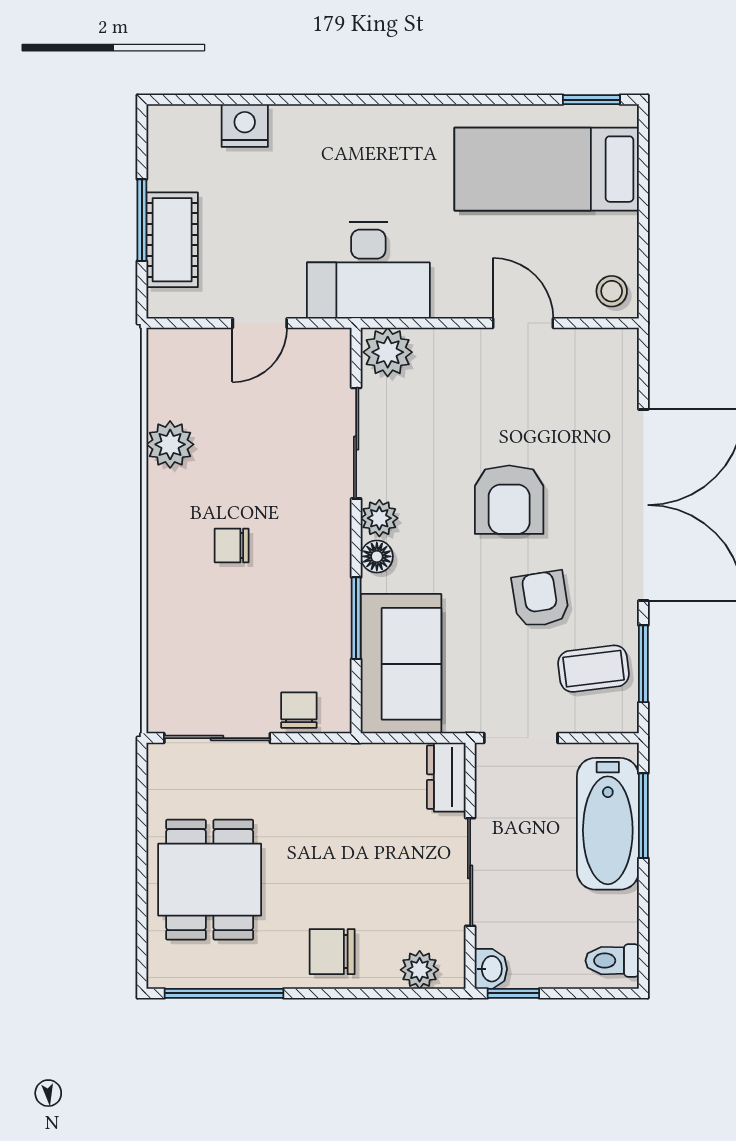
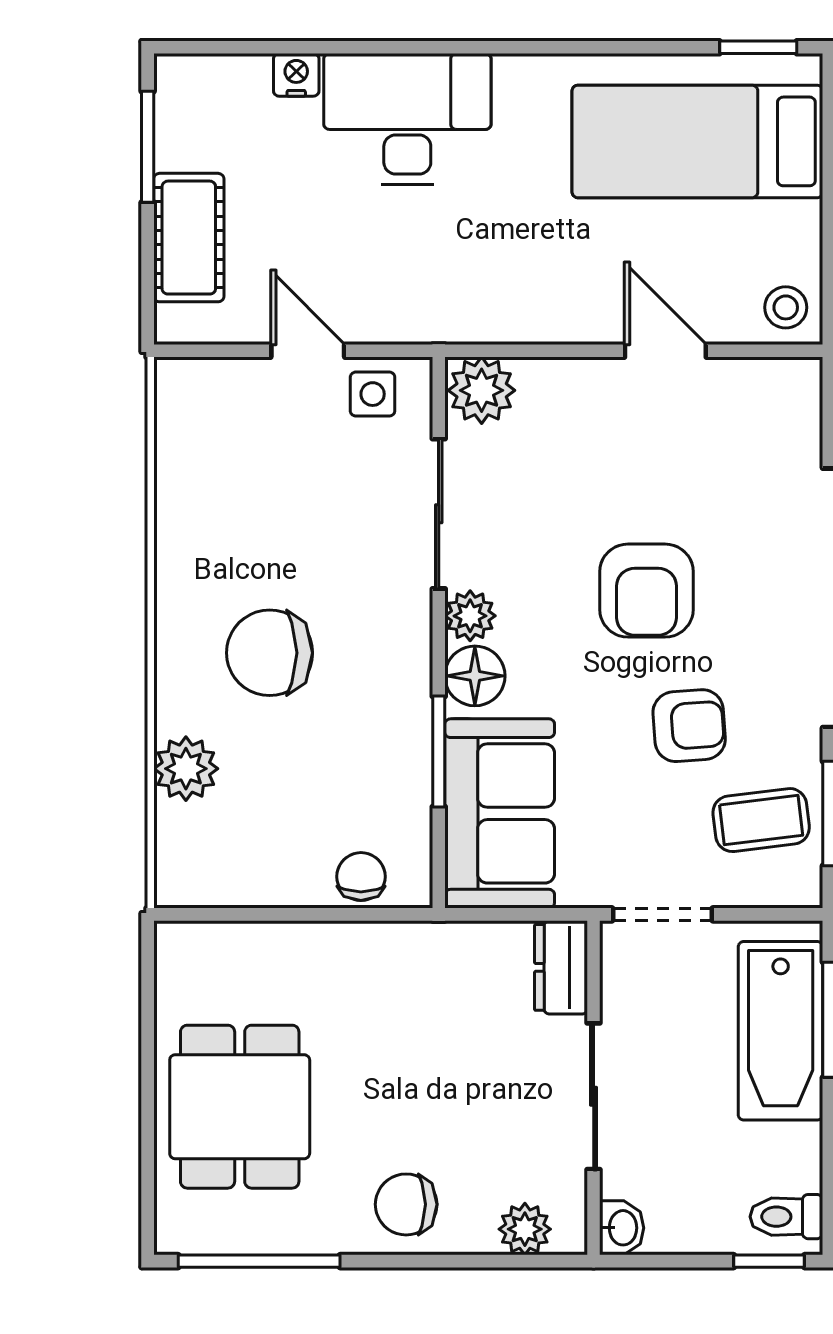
nightstand: (245, 126) -> (296, 75), width x0.72, depth x0.74
window: (142, 220) -> (148, 147), moved
desk: (368, 270) -> (407, 119), moved, turned 180
door: (260, 323) -> (308, 351), swing flipped
side table: (307, 355) -> (373, 394), added
plant: (170, 444) -> (186, 769), moved
chair: (232, 545) -> (270, 653), width x1.87, depth x1.87
floor lamp: (377, 556) -> (475, 676), width x1.37, depth x1.37
armchair: (541, 599) -> (689, 726), turned 95
sliding door: (217, 738) -> (250, 914), removed
window: (513, 993) -> (769, 1261), moved

